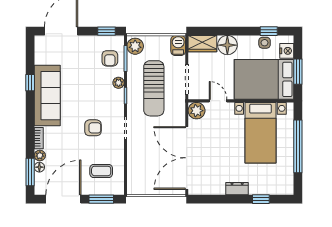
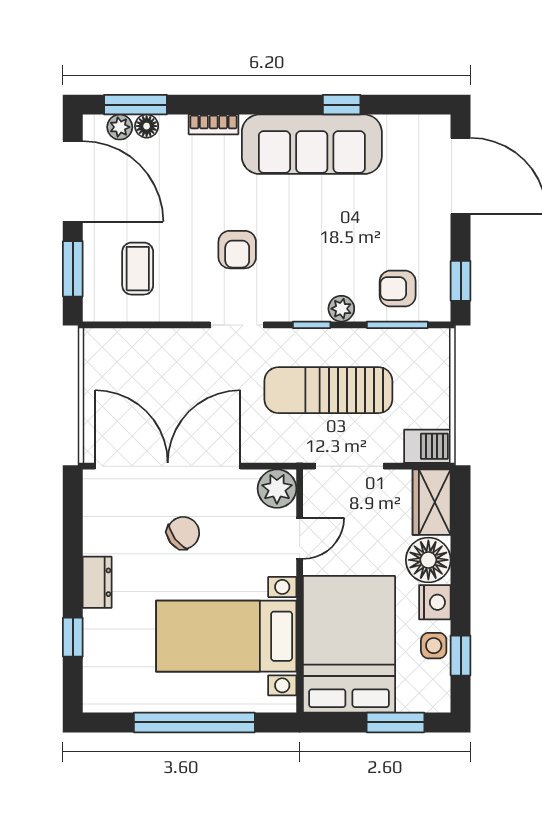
plant: (135, 46) -> (426, 347), removed
nightstand: (287, 51) -> (435, 602), moved, turned -90
window: (298, 72) -> (395, 722), moved
chair: (216, 151) -> (183, 533), added
plant: (40, 155) -> (120, 127), moved

